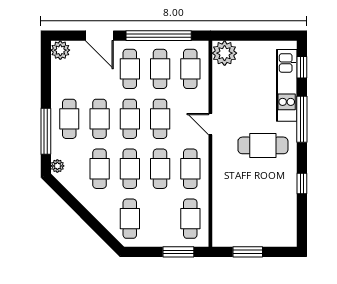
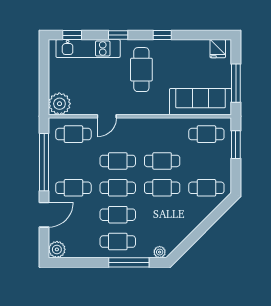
cafe table: (160, 69) -> (73, 161), removed
window: (302, 119) -> (118, 35), width x0.46
door: (210, 124) -> (107, 116), moved
cafe table: (100, 169) -> (162, 215), removed
cafe table: (190, 169) -> (162, 134), removed
window: (302, 183) -> (162, 35), moved
sofa: (227, 212) -> (201, 102), added
fridge: (287, 231) -> (218, 49), added
window: (248, 252) -> (236, 83), width x1.44

